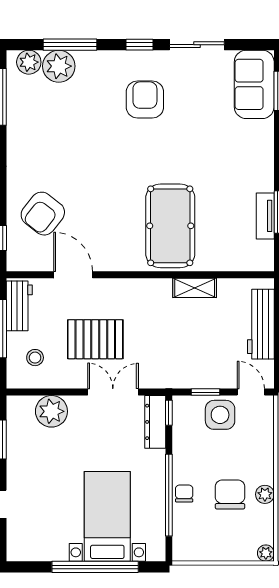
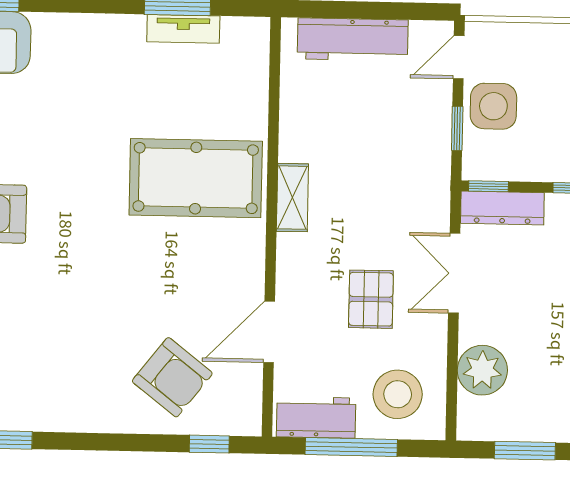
shelving: (195, 288) -> (292, 198), moved
pallet: (95, 339) -> (371, 299), width x0.67, depth x0.71
stool: (35, 358) -> (398, 394), width x1.89, depth x1.89

